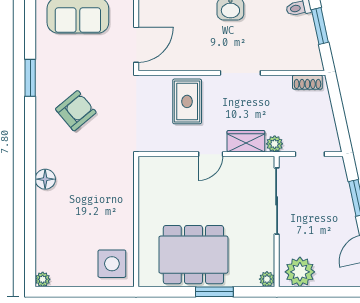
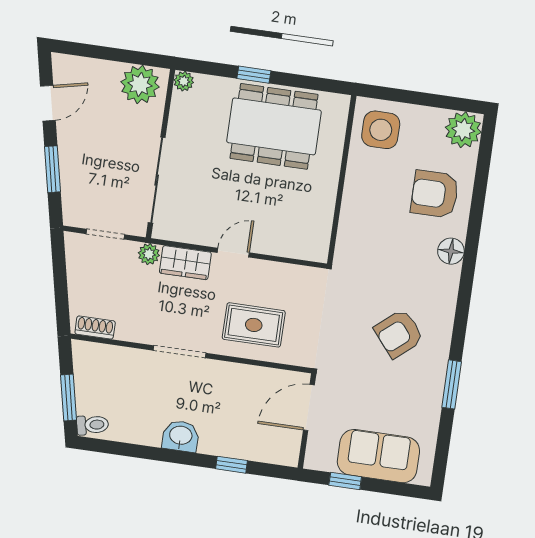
rug: (187, 101) -> (254, 325), turned 90
armchair: (64, 221) -> (435, 194), added
plant: (43, 279) -> (463, 130), width x1.88, depth x1.88
window: (214, 292) -> (254, 75), width x0.67

